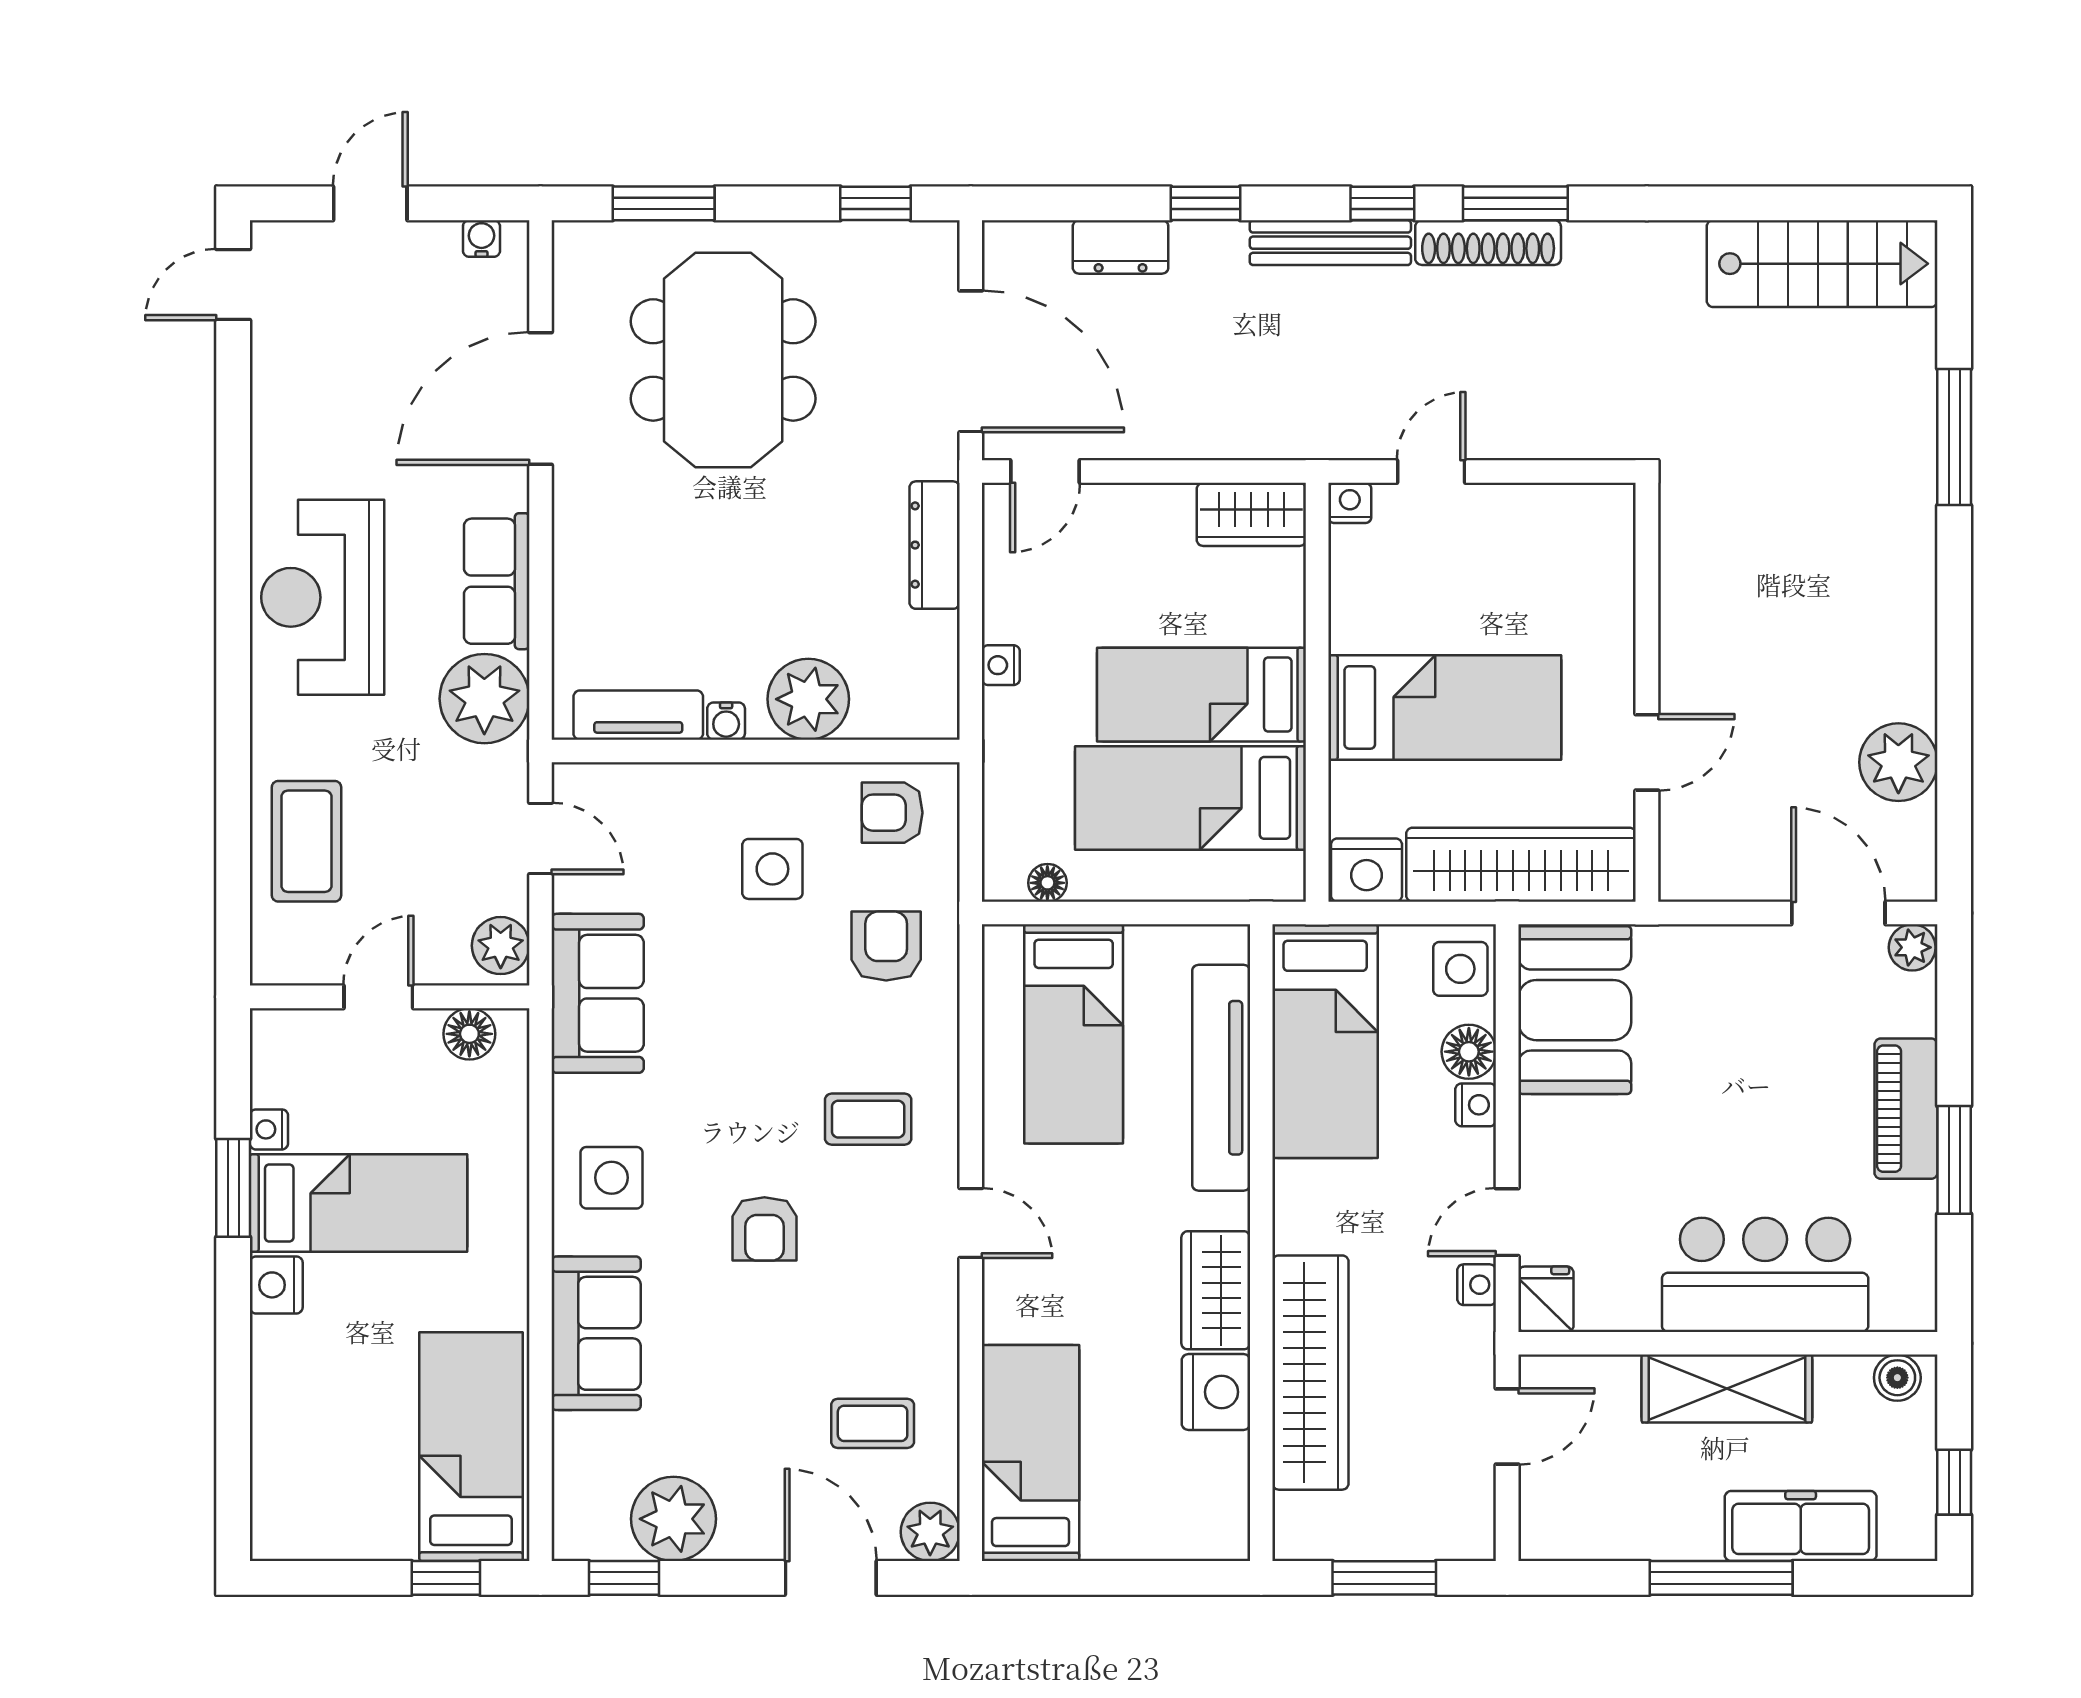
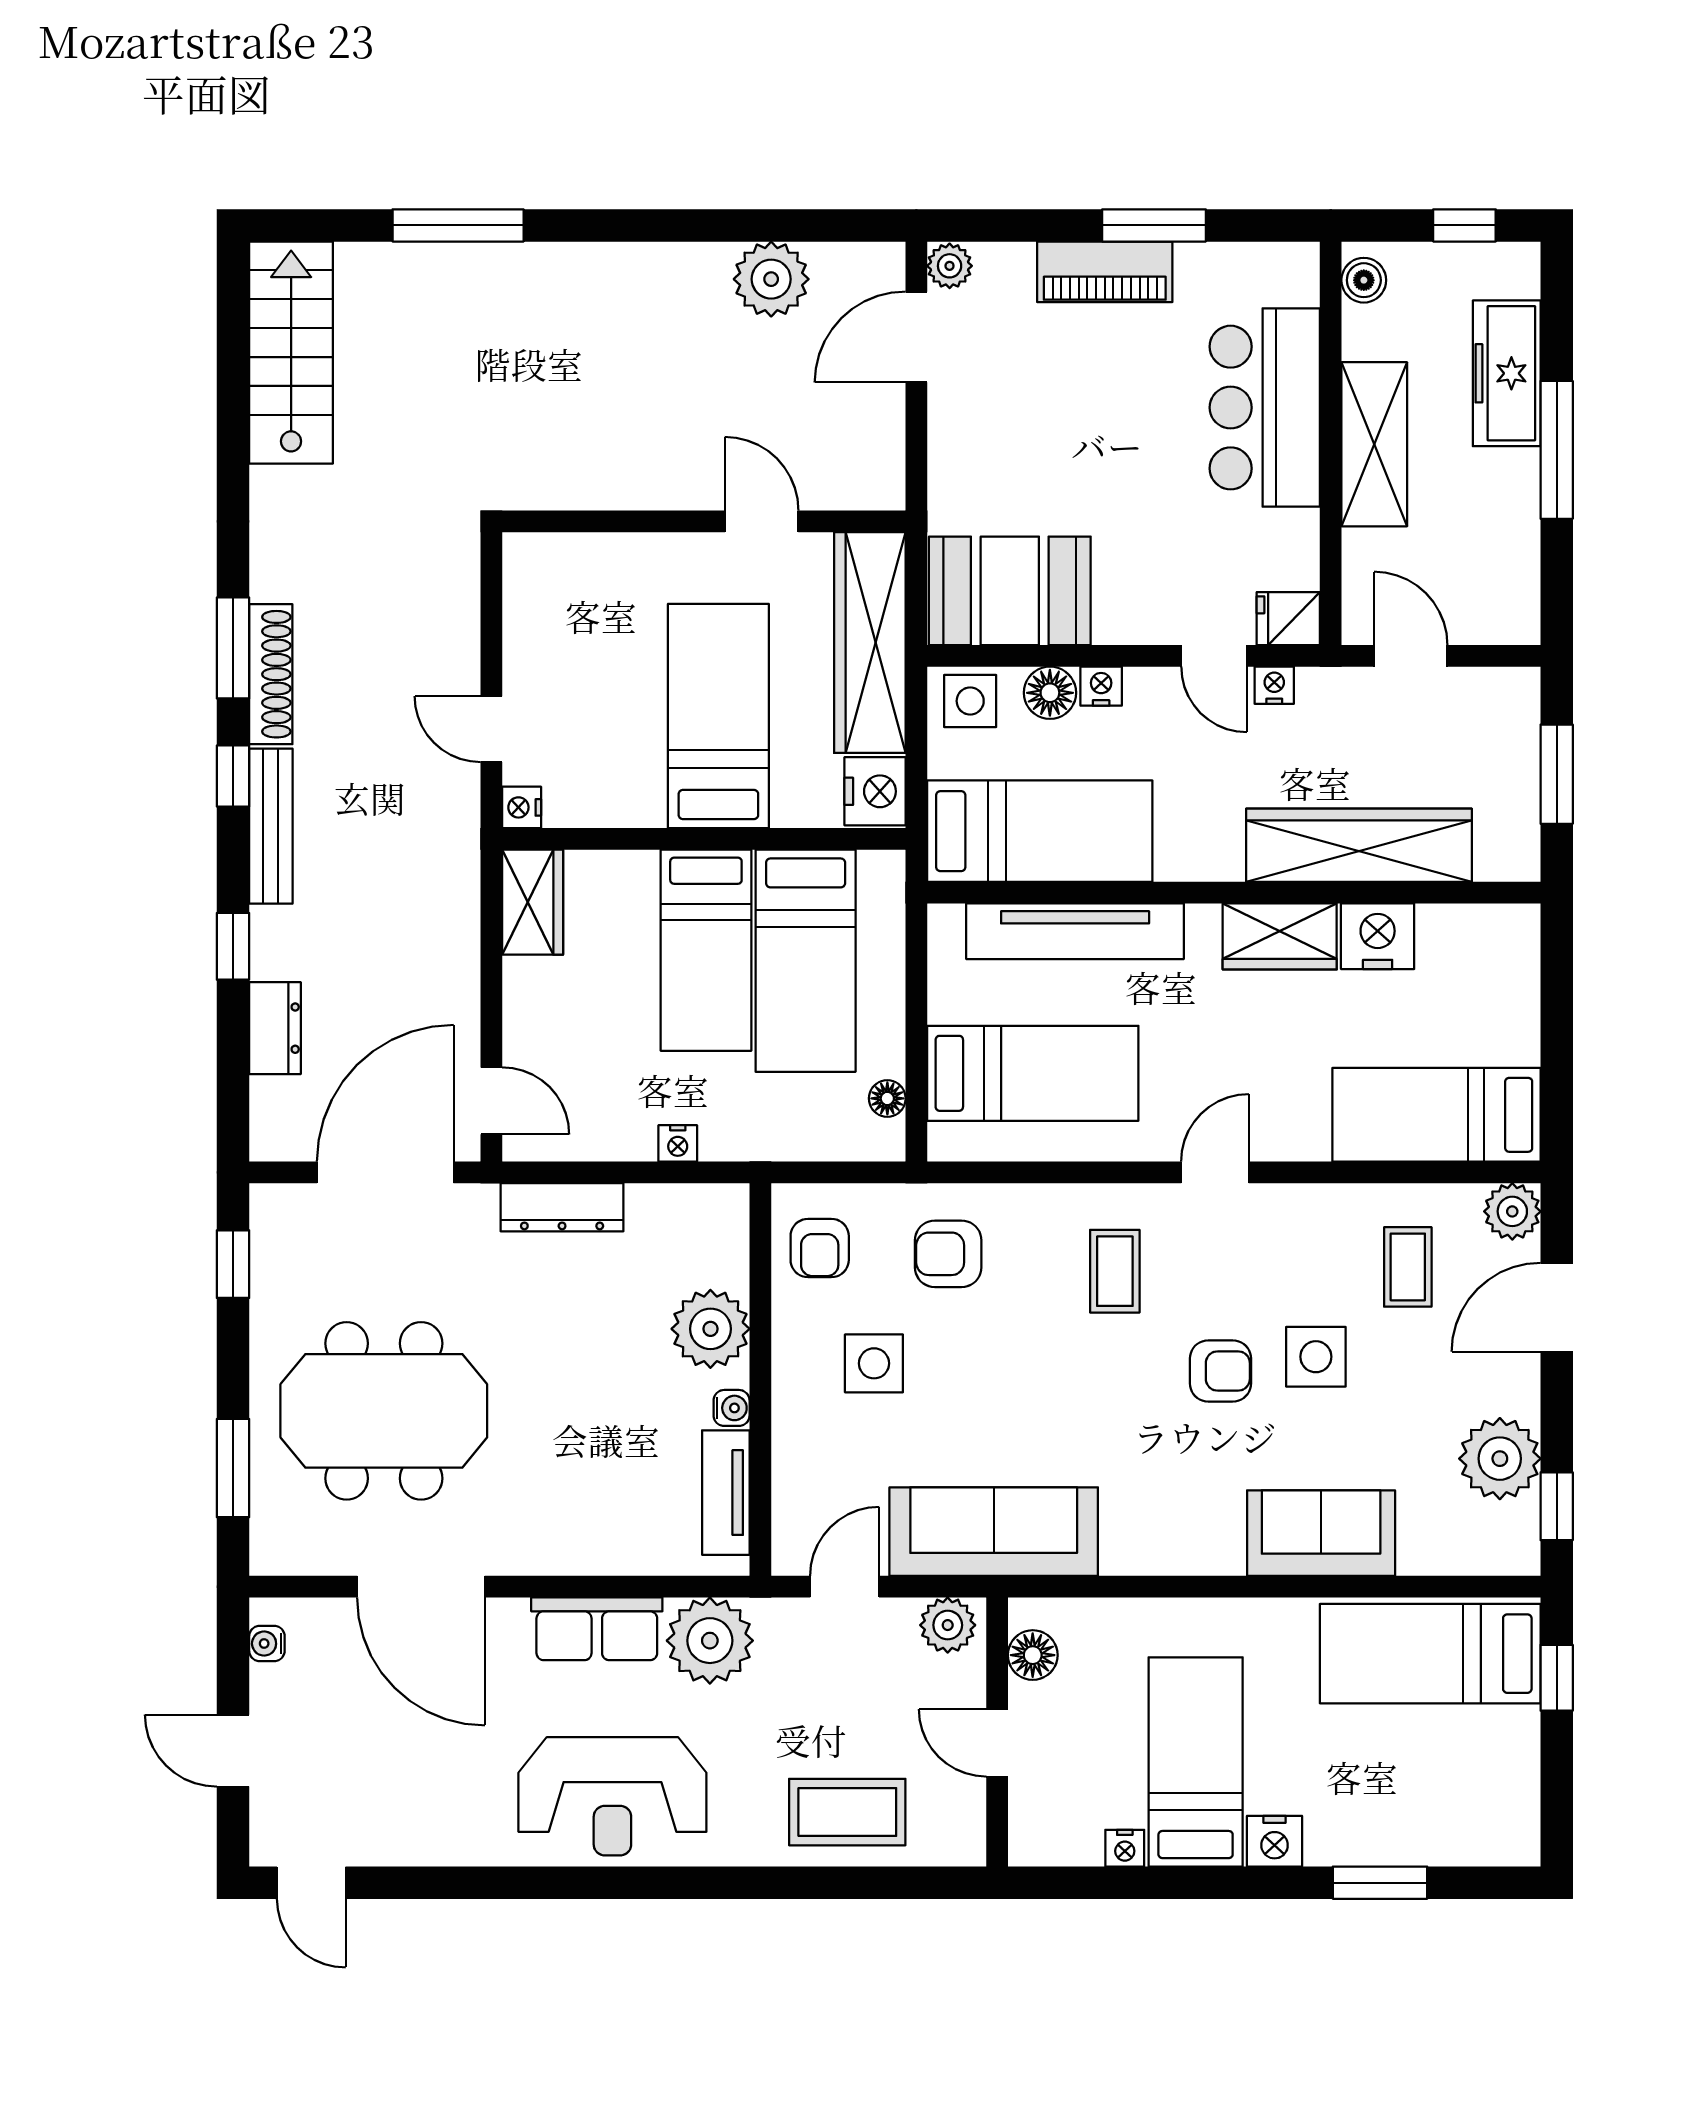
sofa: (598, 993) -> (994, 1532), width x1.36
side table: (612, 1178) -> (1316, 1357), moved
window: (233, 1188) -> (1380, 1883), moved

